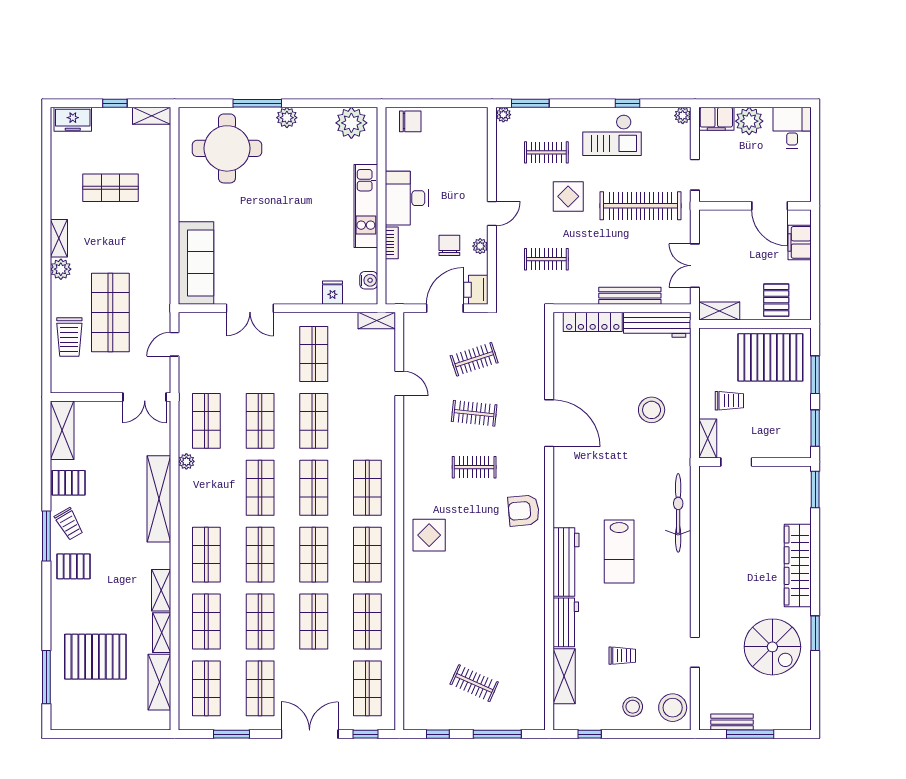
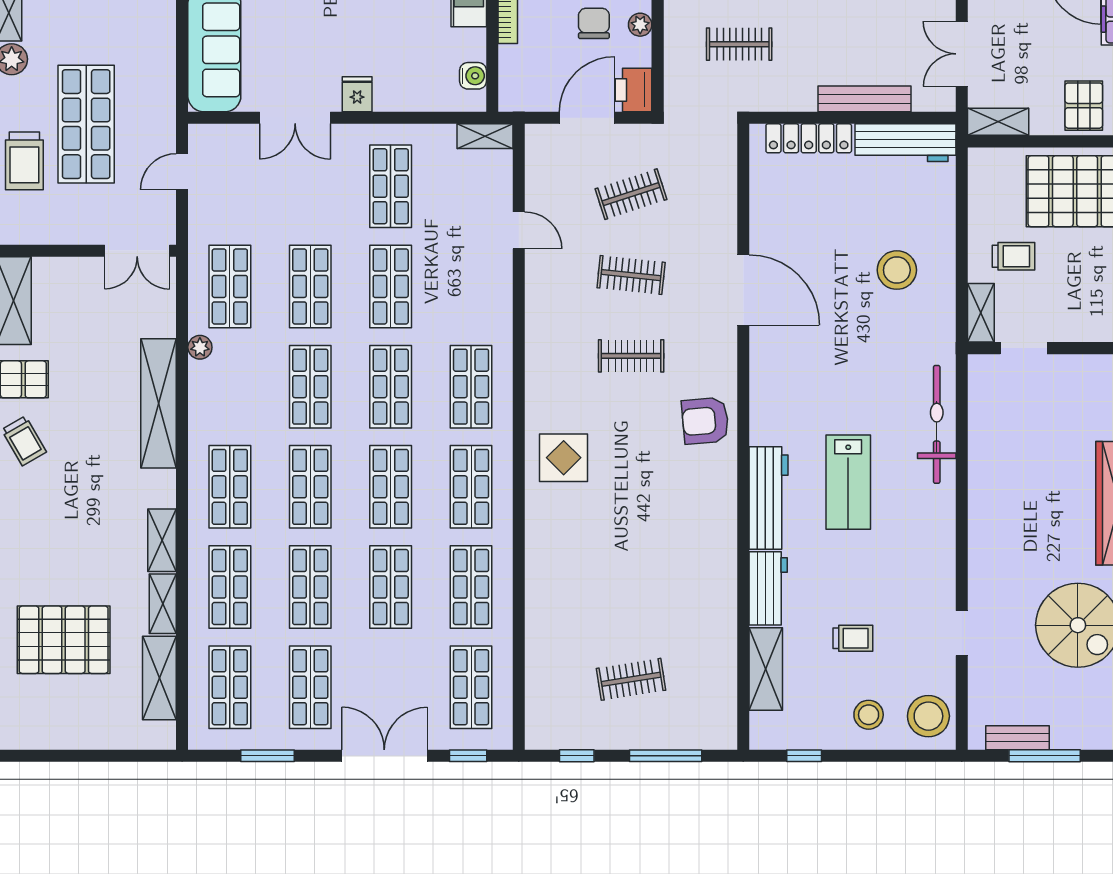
fridge: (332, 293) -> (357, 94), moved
pallet: (74, 566) -> (31, 505), removed
clothes rail: (474, 683) -> (631, 679), turned -33

